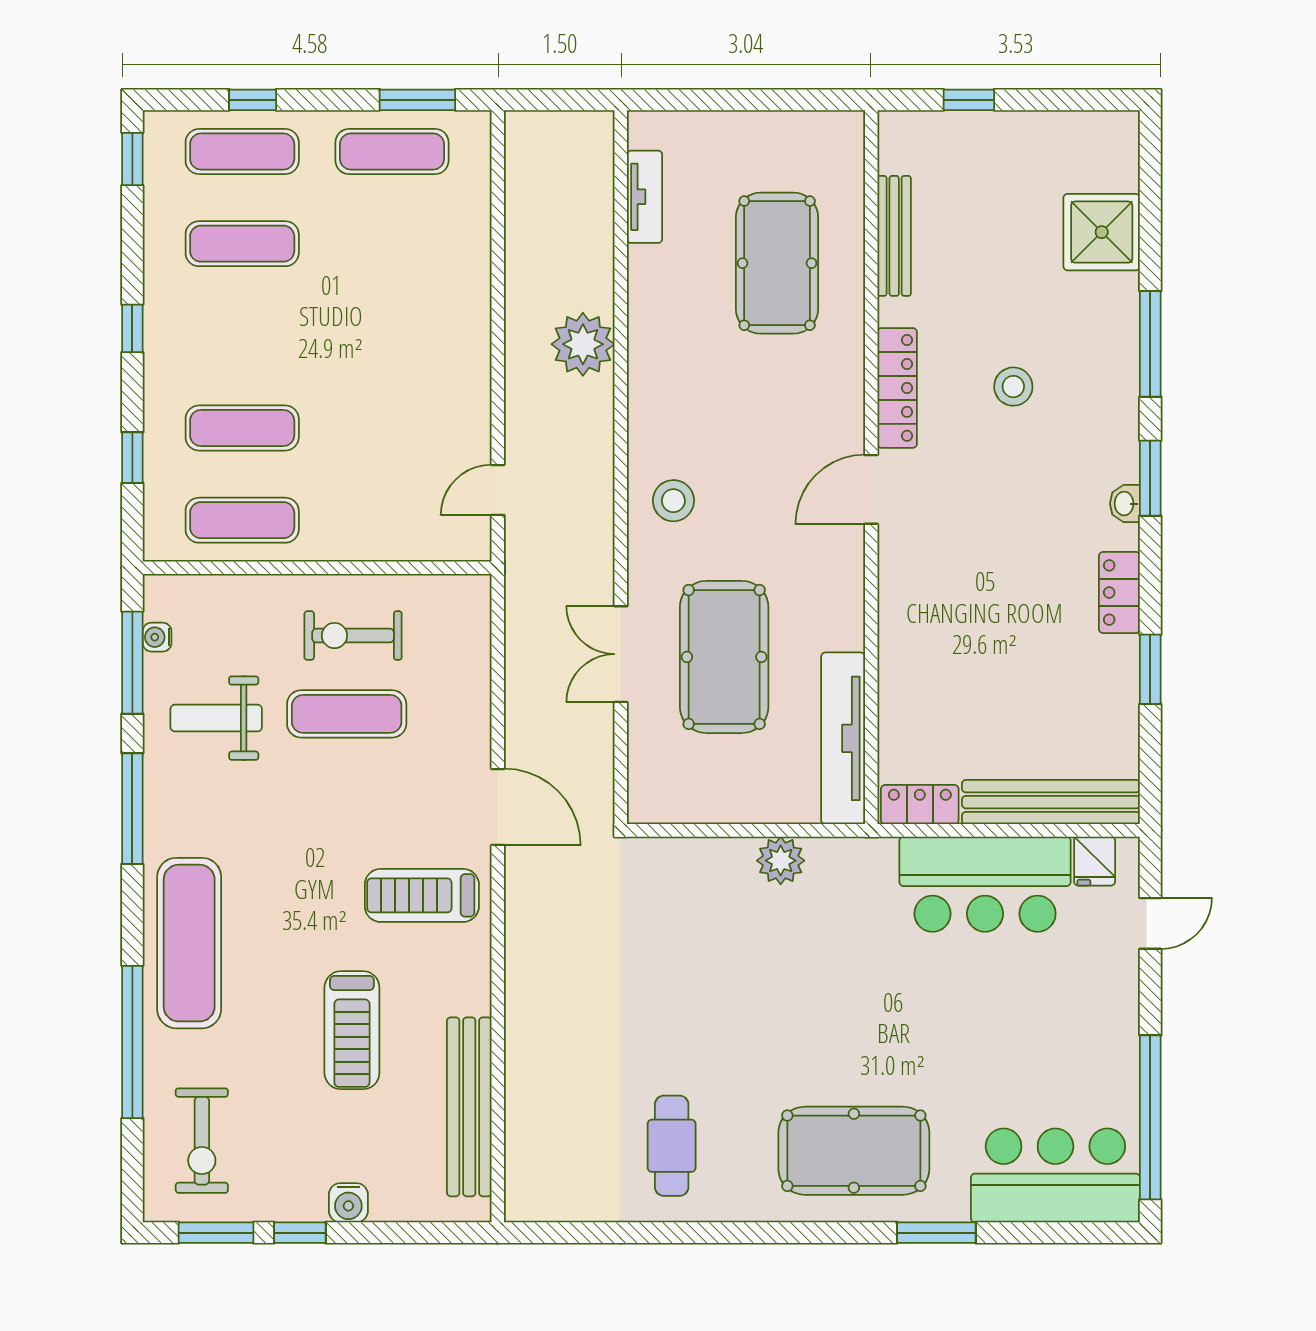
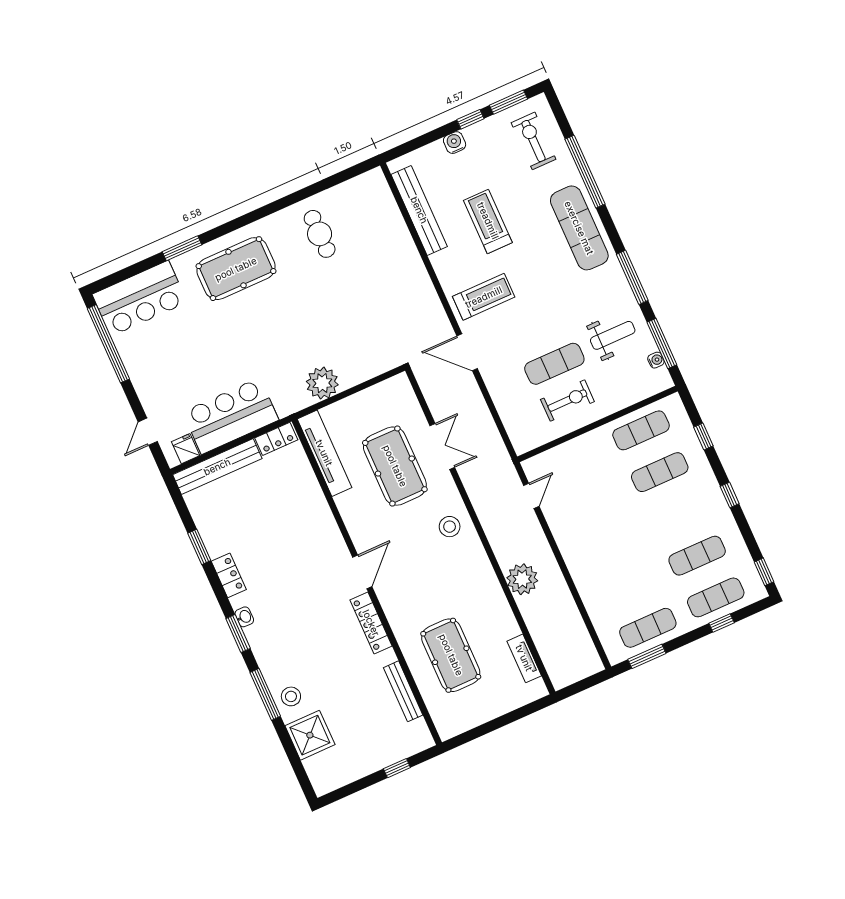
stool: (1013, 387) -> (291, 696), moved
plant: (781, 861) -> (322, 383), width x1.36, depth x1.36

